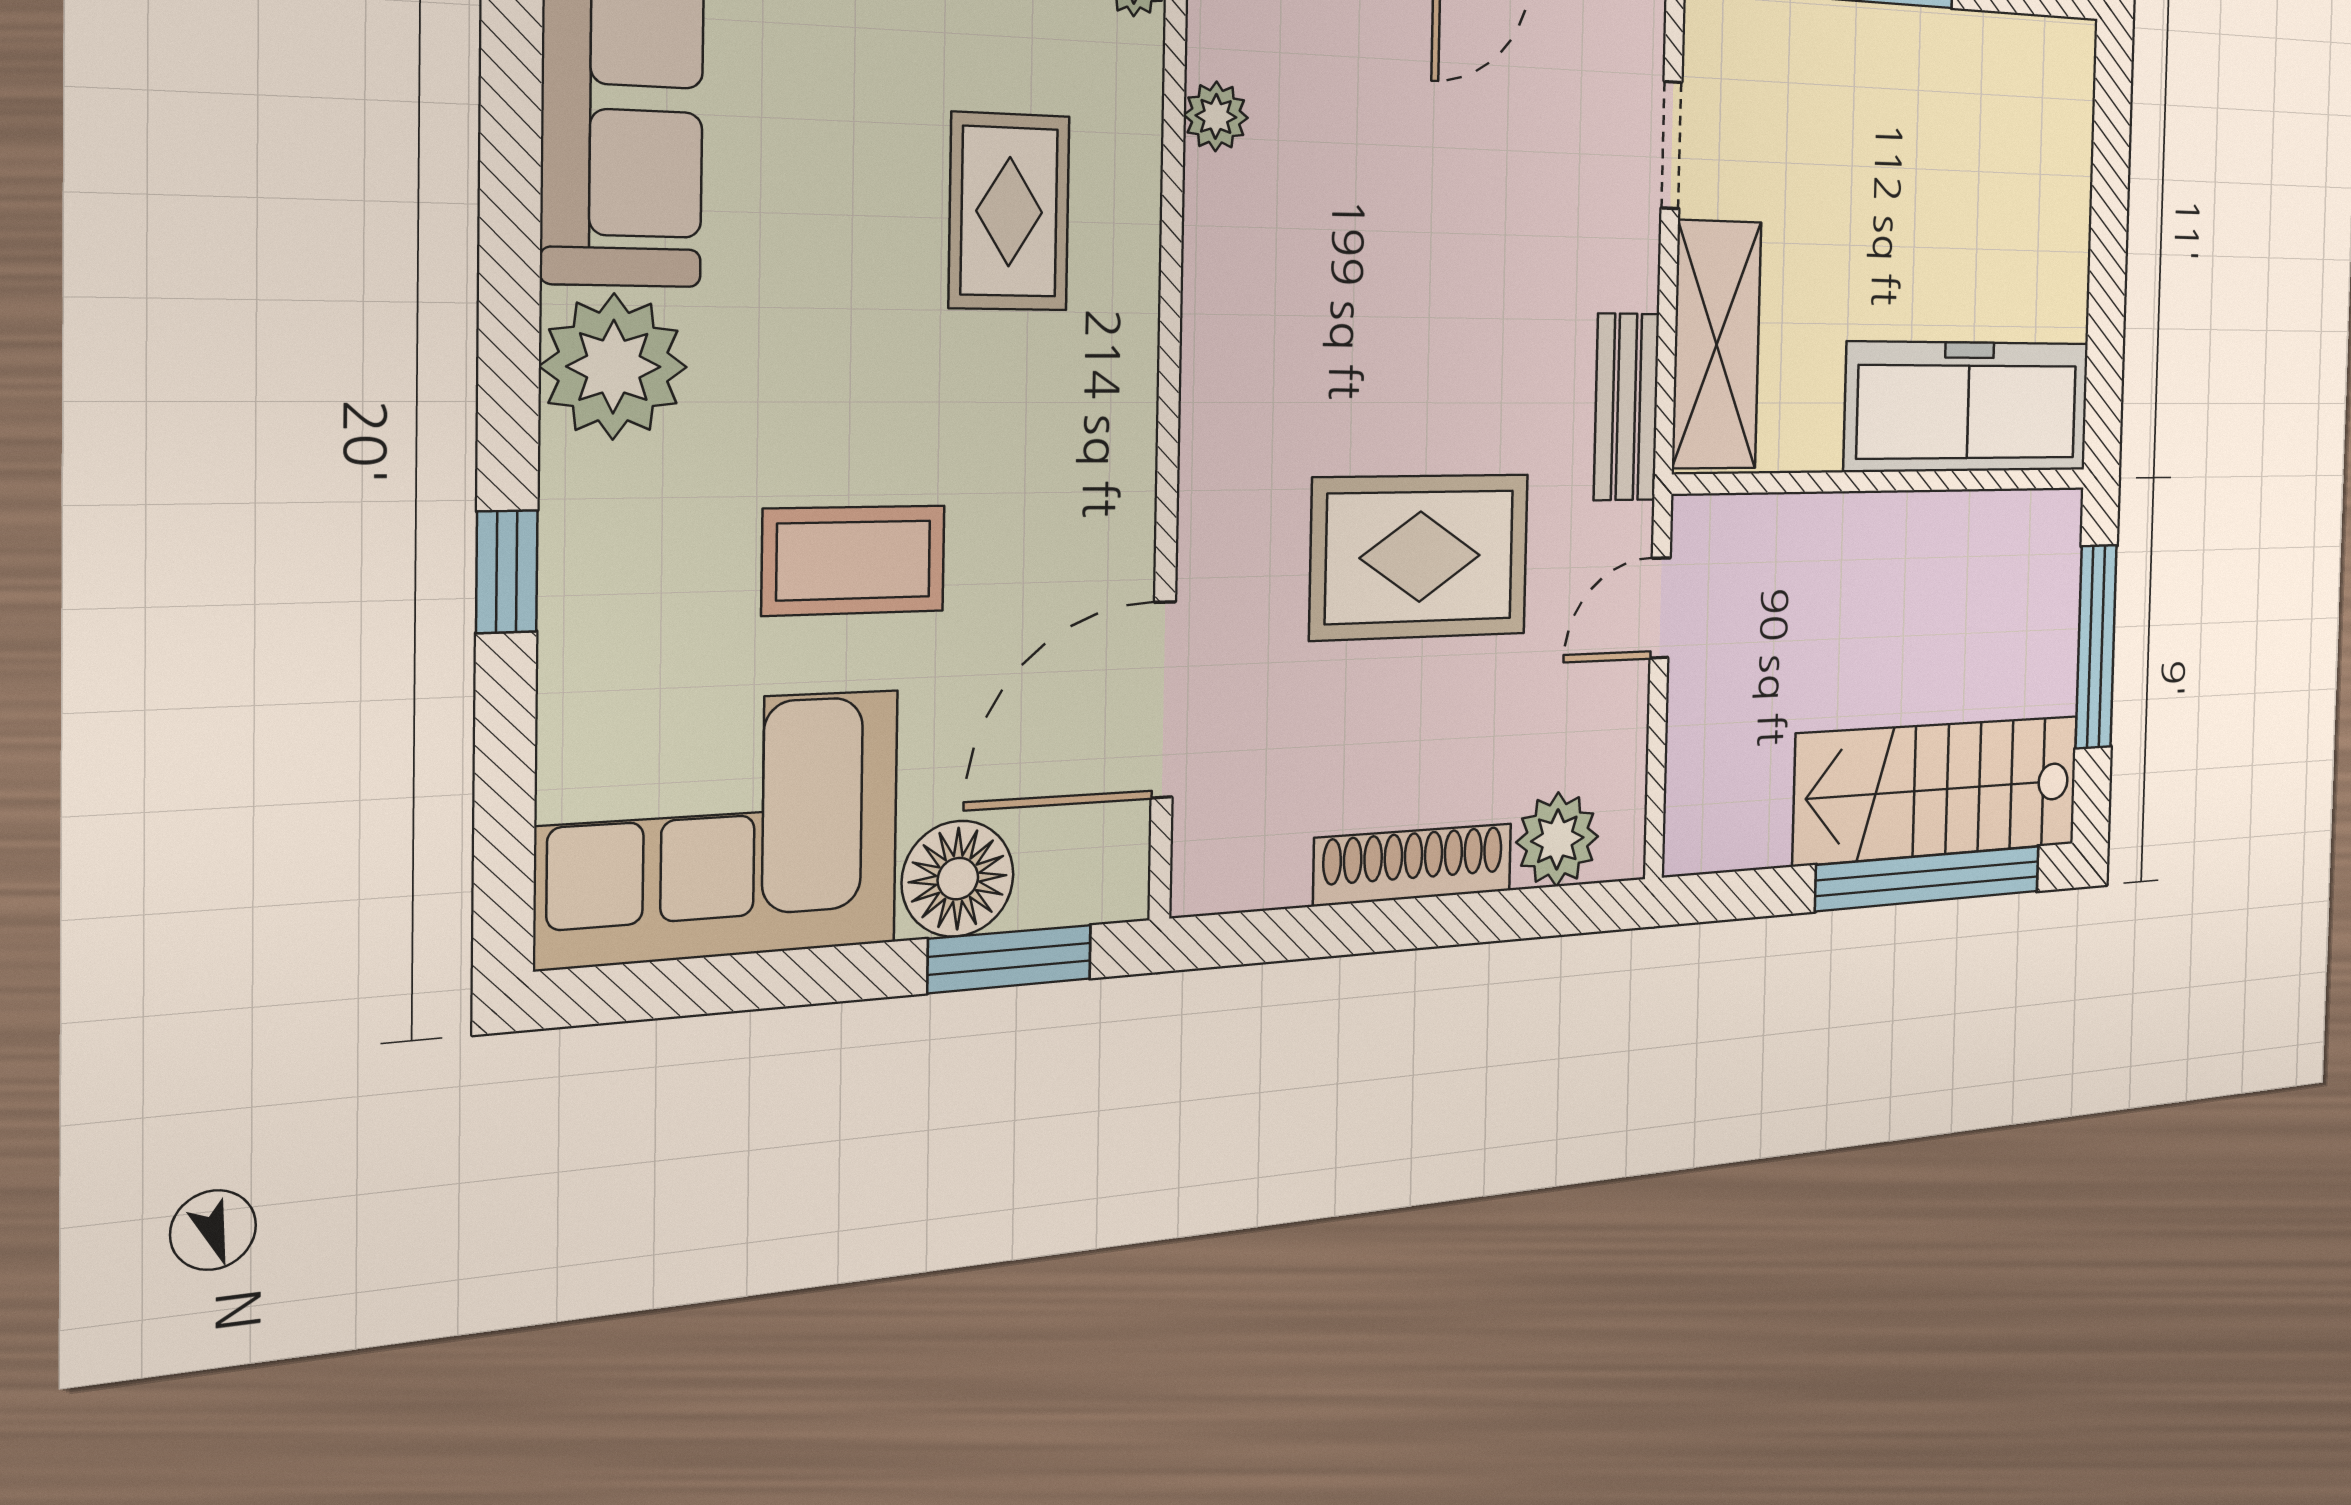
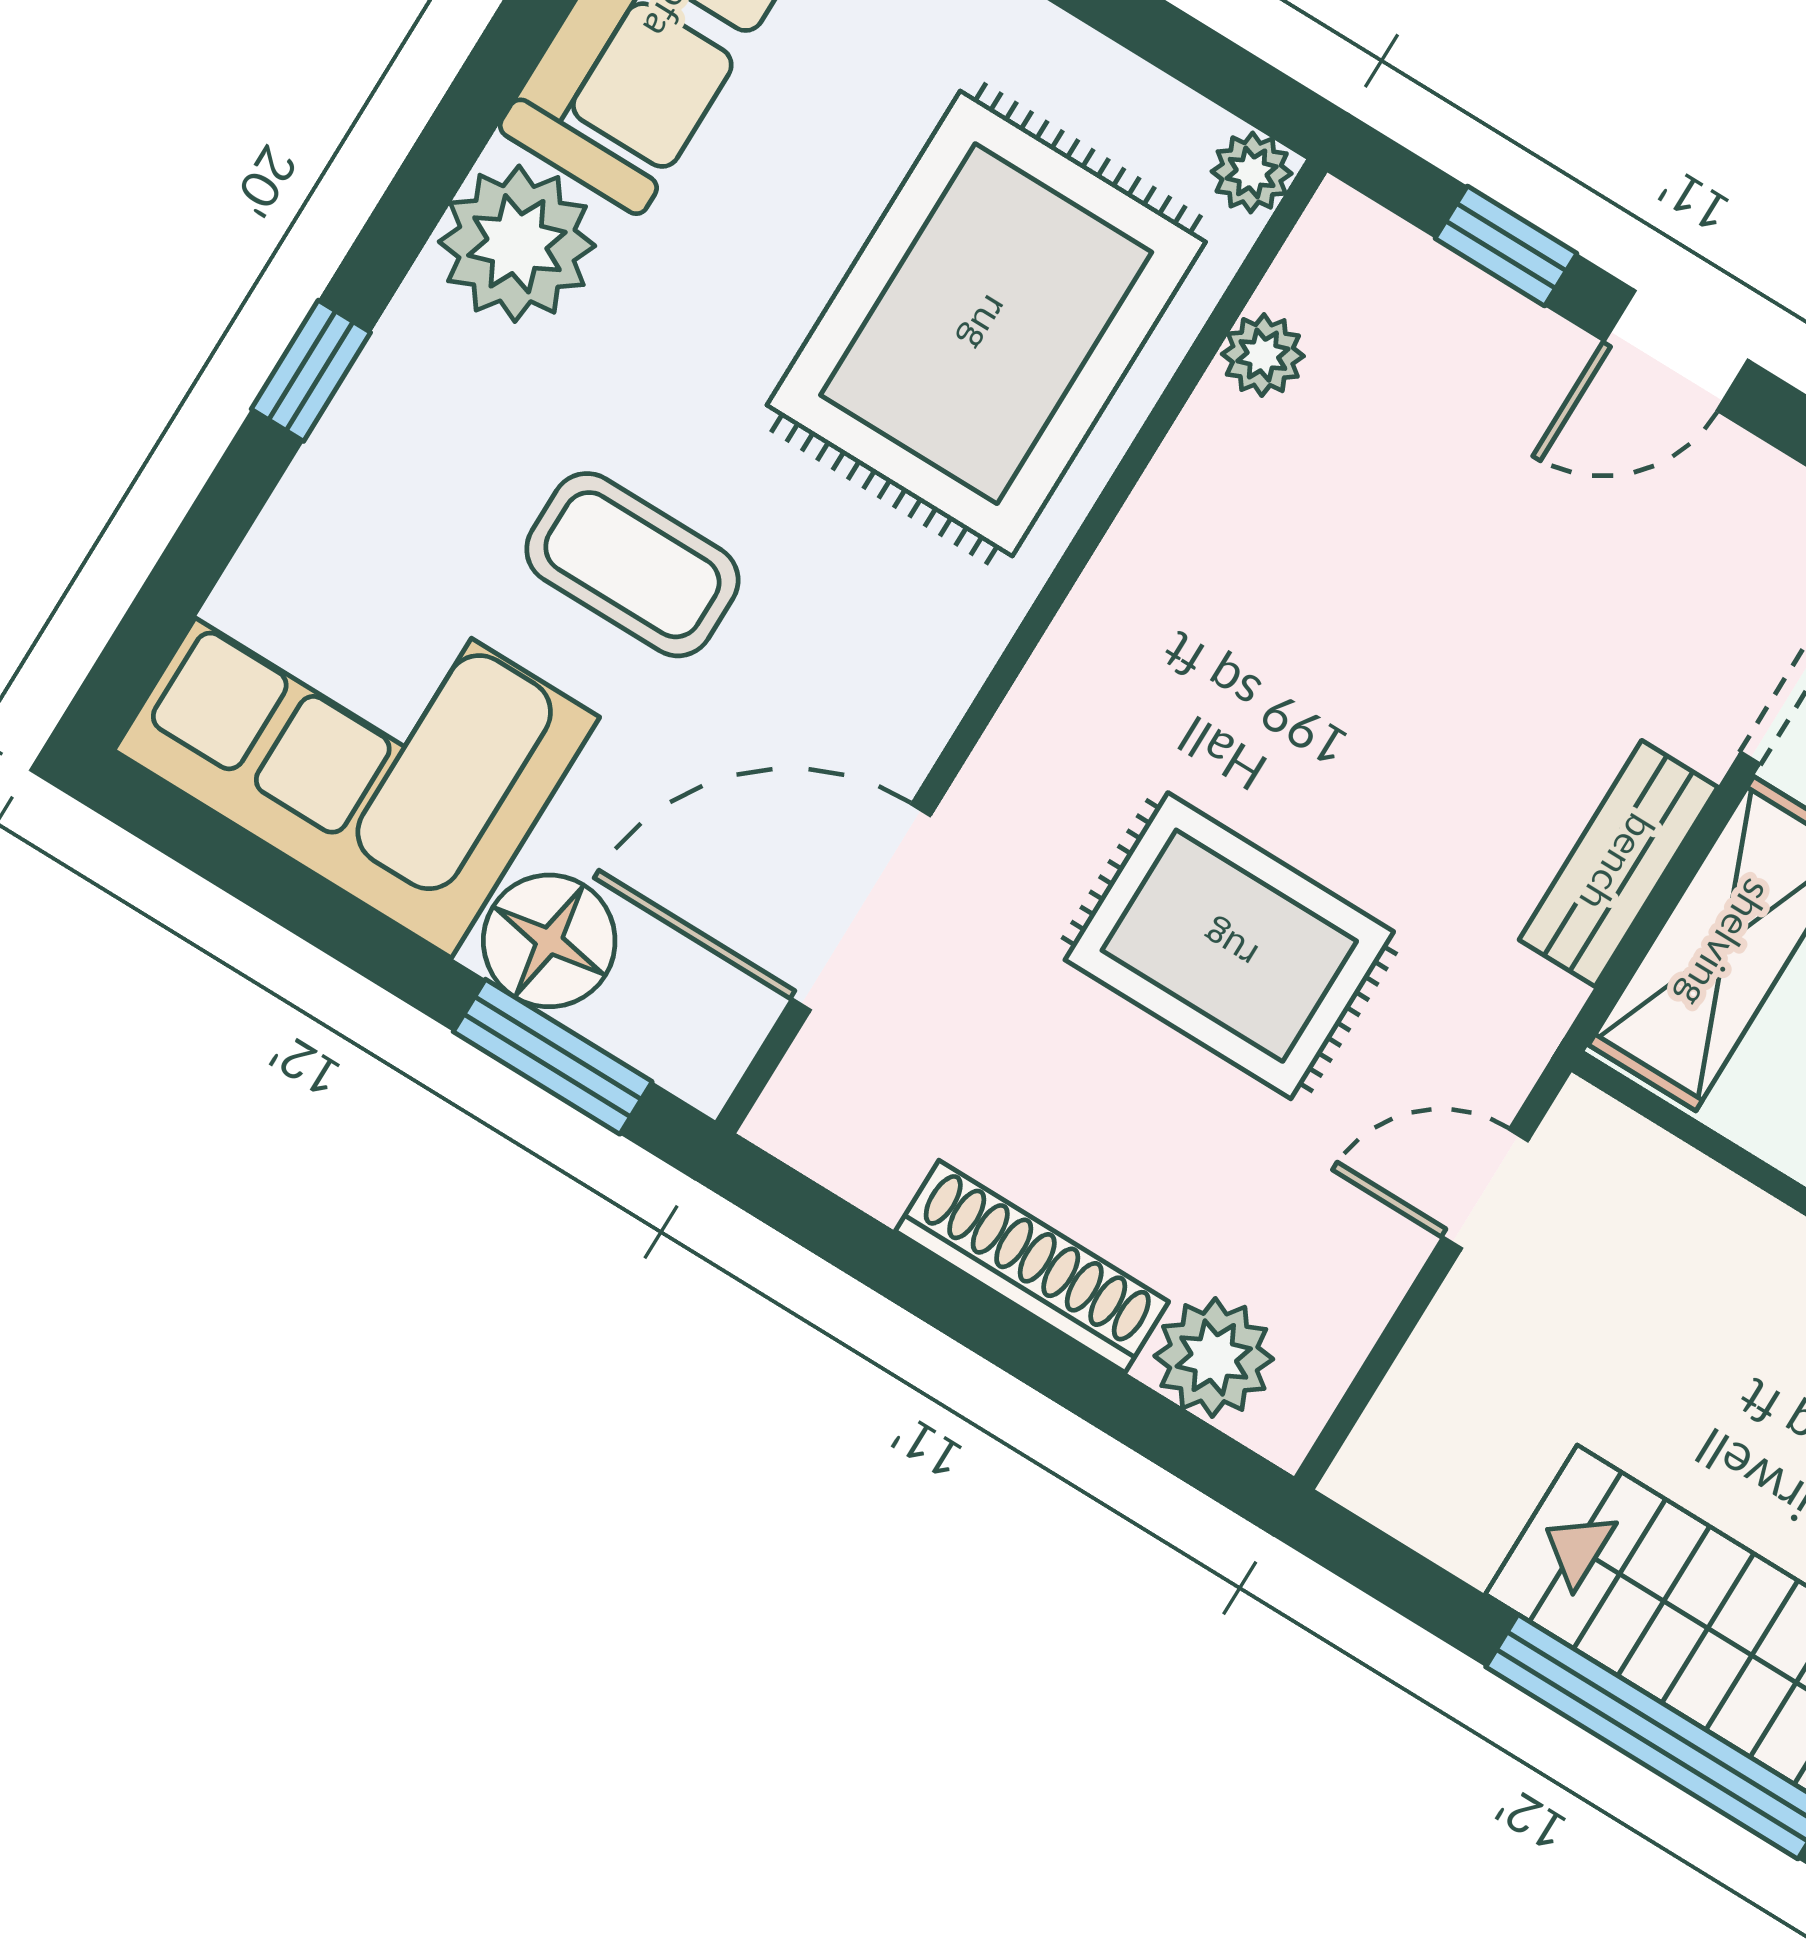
rug: (1009, 212) -> (986, 324), width x1.86, depth x2.06
bench: (1626, 407) -> (1618, 863), moved

